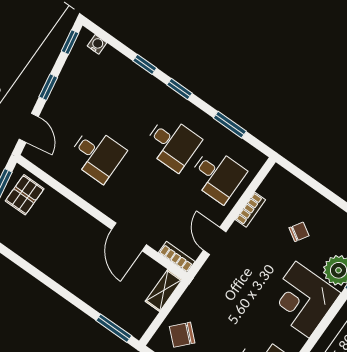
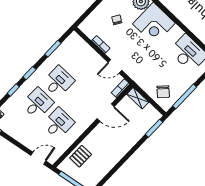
window: (48, 87) -> (18, 144), removed
desk: (217, 175) -> (37, 103), moved
pallet: (25, 195) -> (81, 156), moved, turned 90

